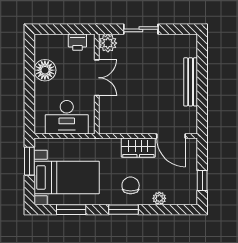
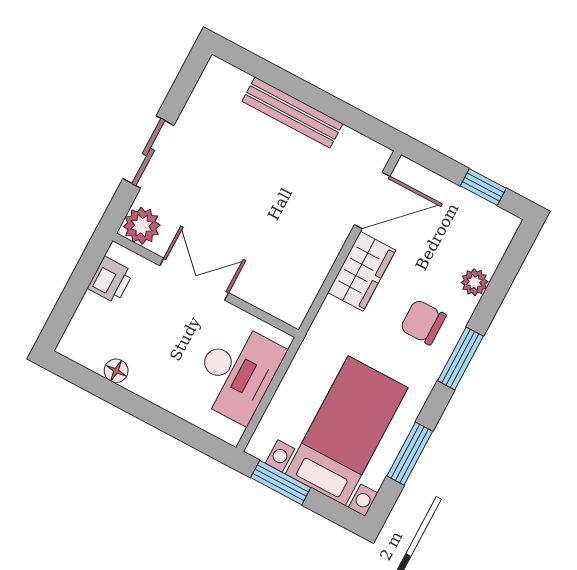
floor lamp: (45, 70) -> (116, 371), width x0.53, depth x0.53

